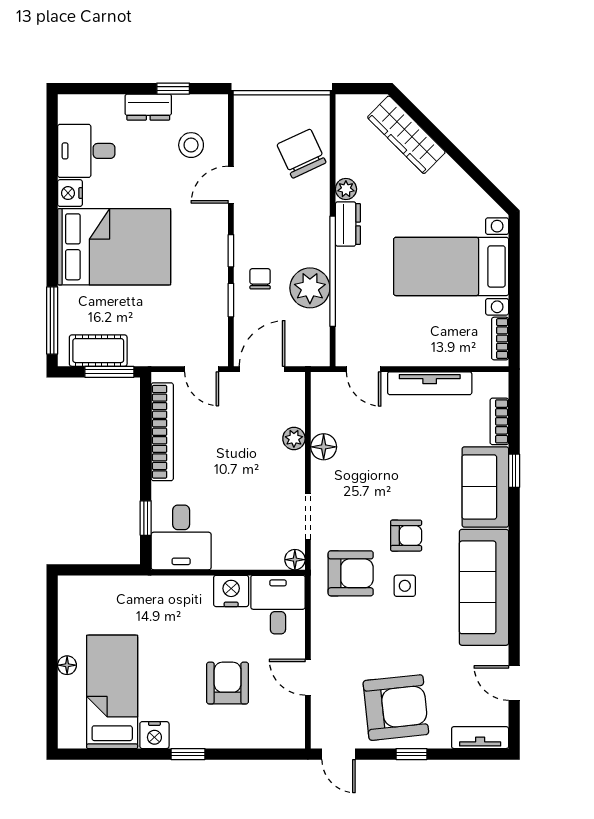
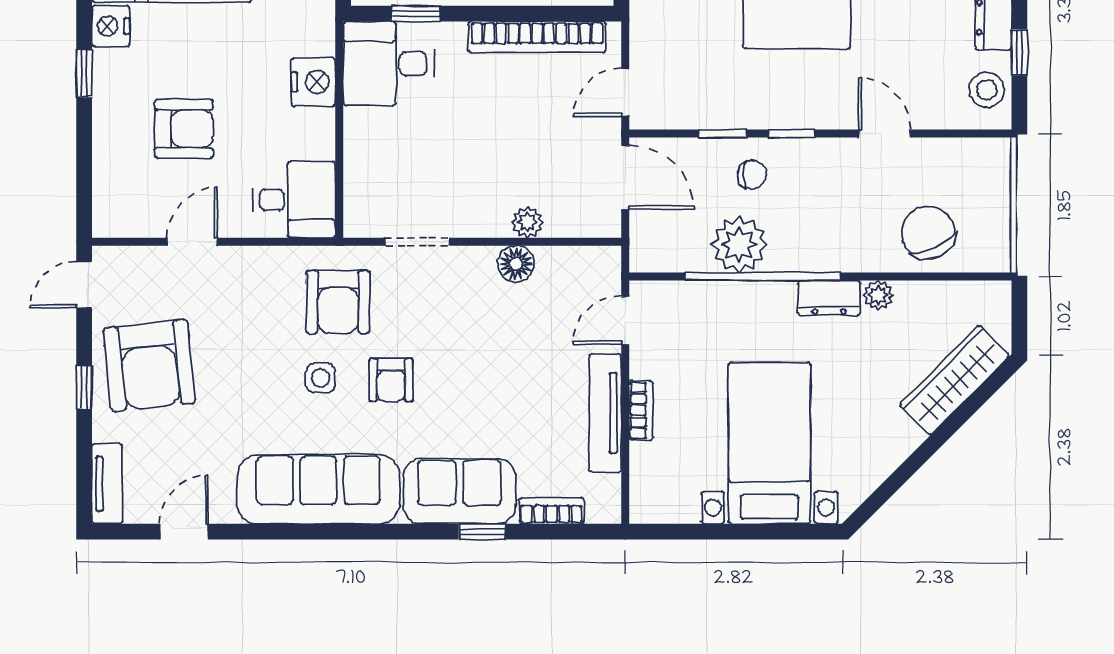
stool: (191, 145) -> (987, 90), moved
chair: (301, 154) -> (928, 233), turned -90
bookcase: (500, 339) -> (641, 410), moved, turned 90
floor lamp: (295, 560) -> (357, 224), removed
nightstand: (231, 591) -> (313, 82), moved

